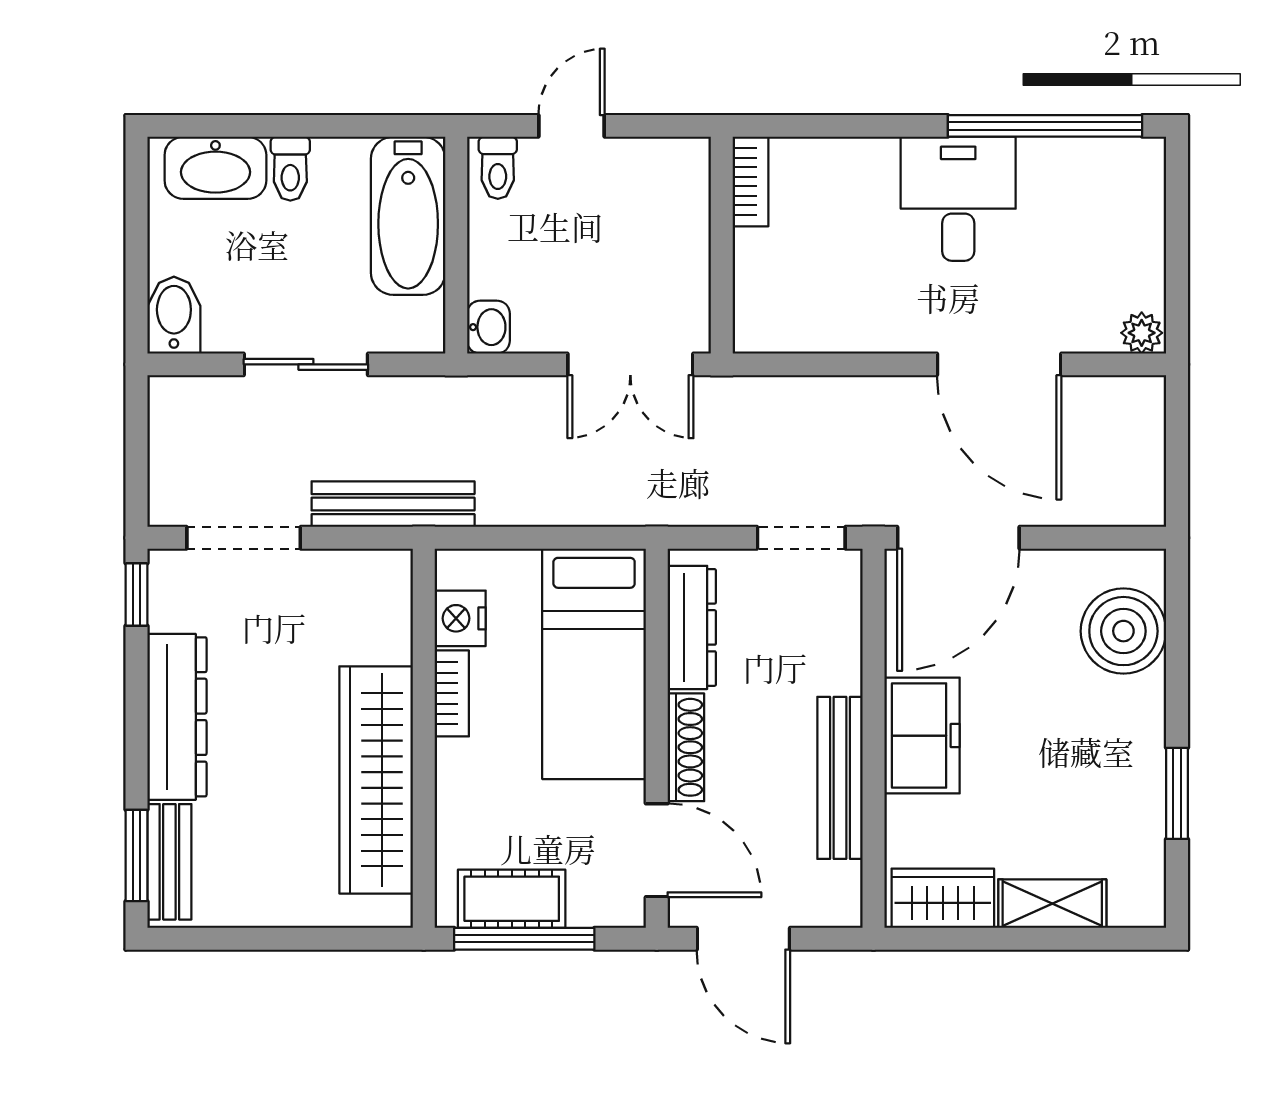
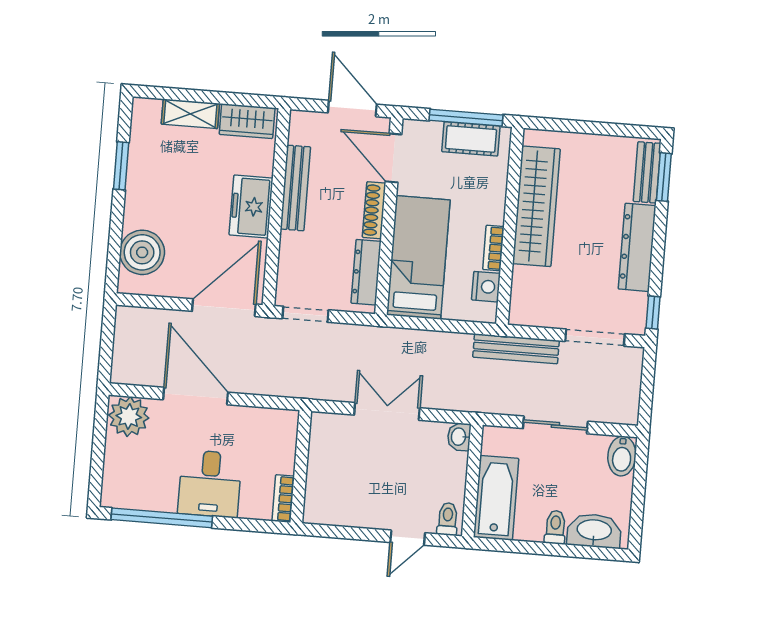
bookcase: (751, 182) -> (283, 499), moved
wall: (722, 245) -> (301, 467), moved
plant: (1142, 333) -> (129, 417), width x1.88, depth x1.88

